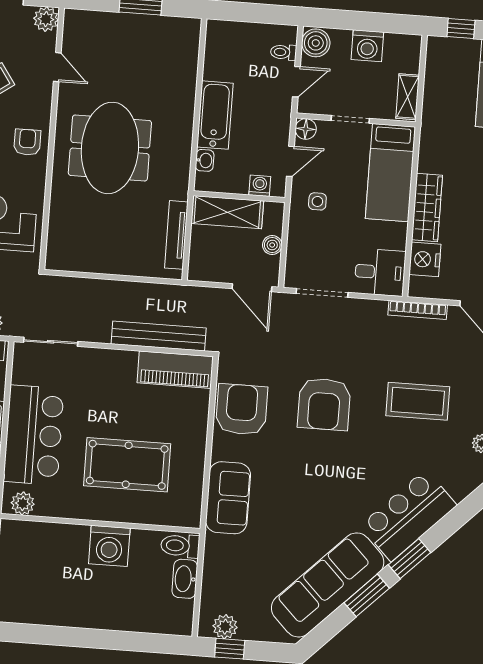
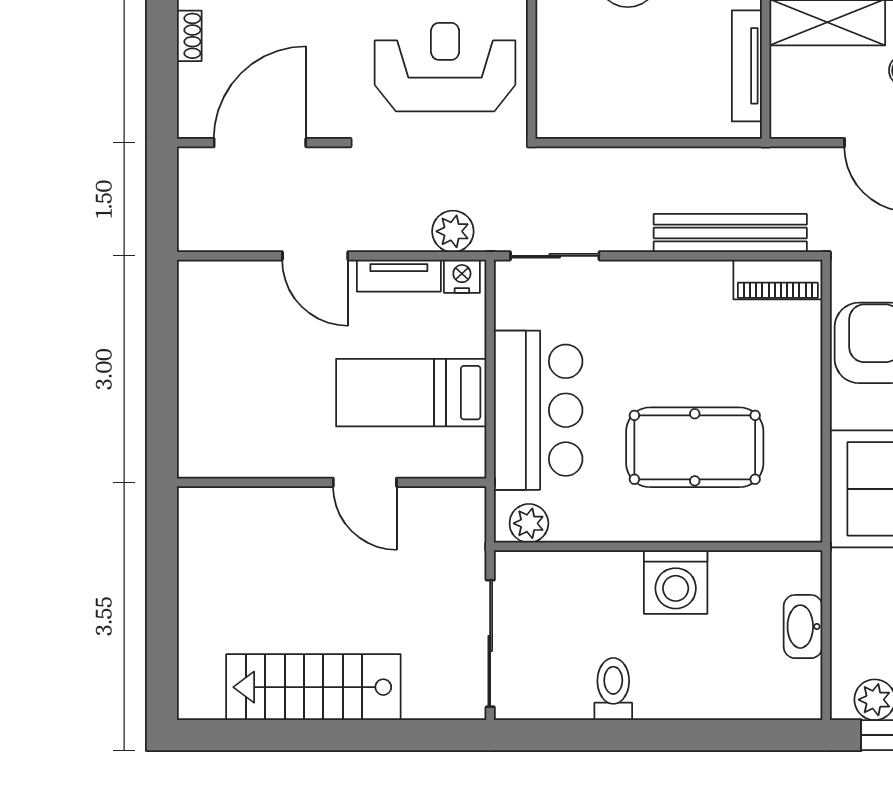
piano: (175, 370) -> (778, 280), width x0.73, depth x0.75
toilet: (180, 546) -> (613, 689), moved, turned 90

